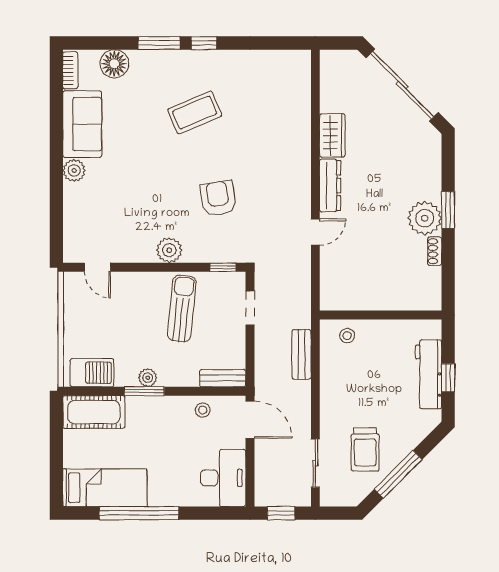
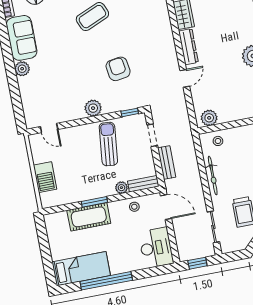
plant: (341, 298) -> (209, 118), added
bench: (302, 354) -> (167, 162), moved
barbecue: (92, 373) -> (45, 177), moved, turned 90
plant: (148, 378) -> (121, 188), moved
bicycle: (329, 386) -> (213, 175), added
cot: (94, 412) -> (89, 217), moved

